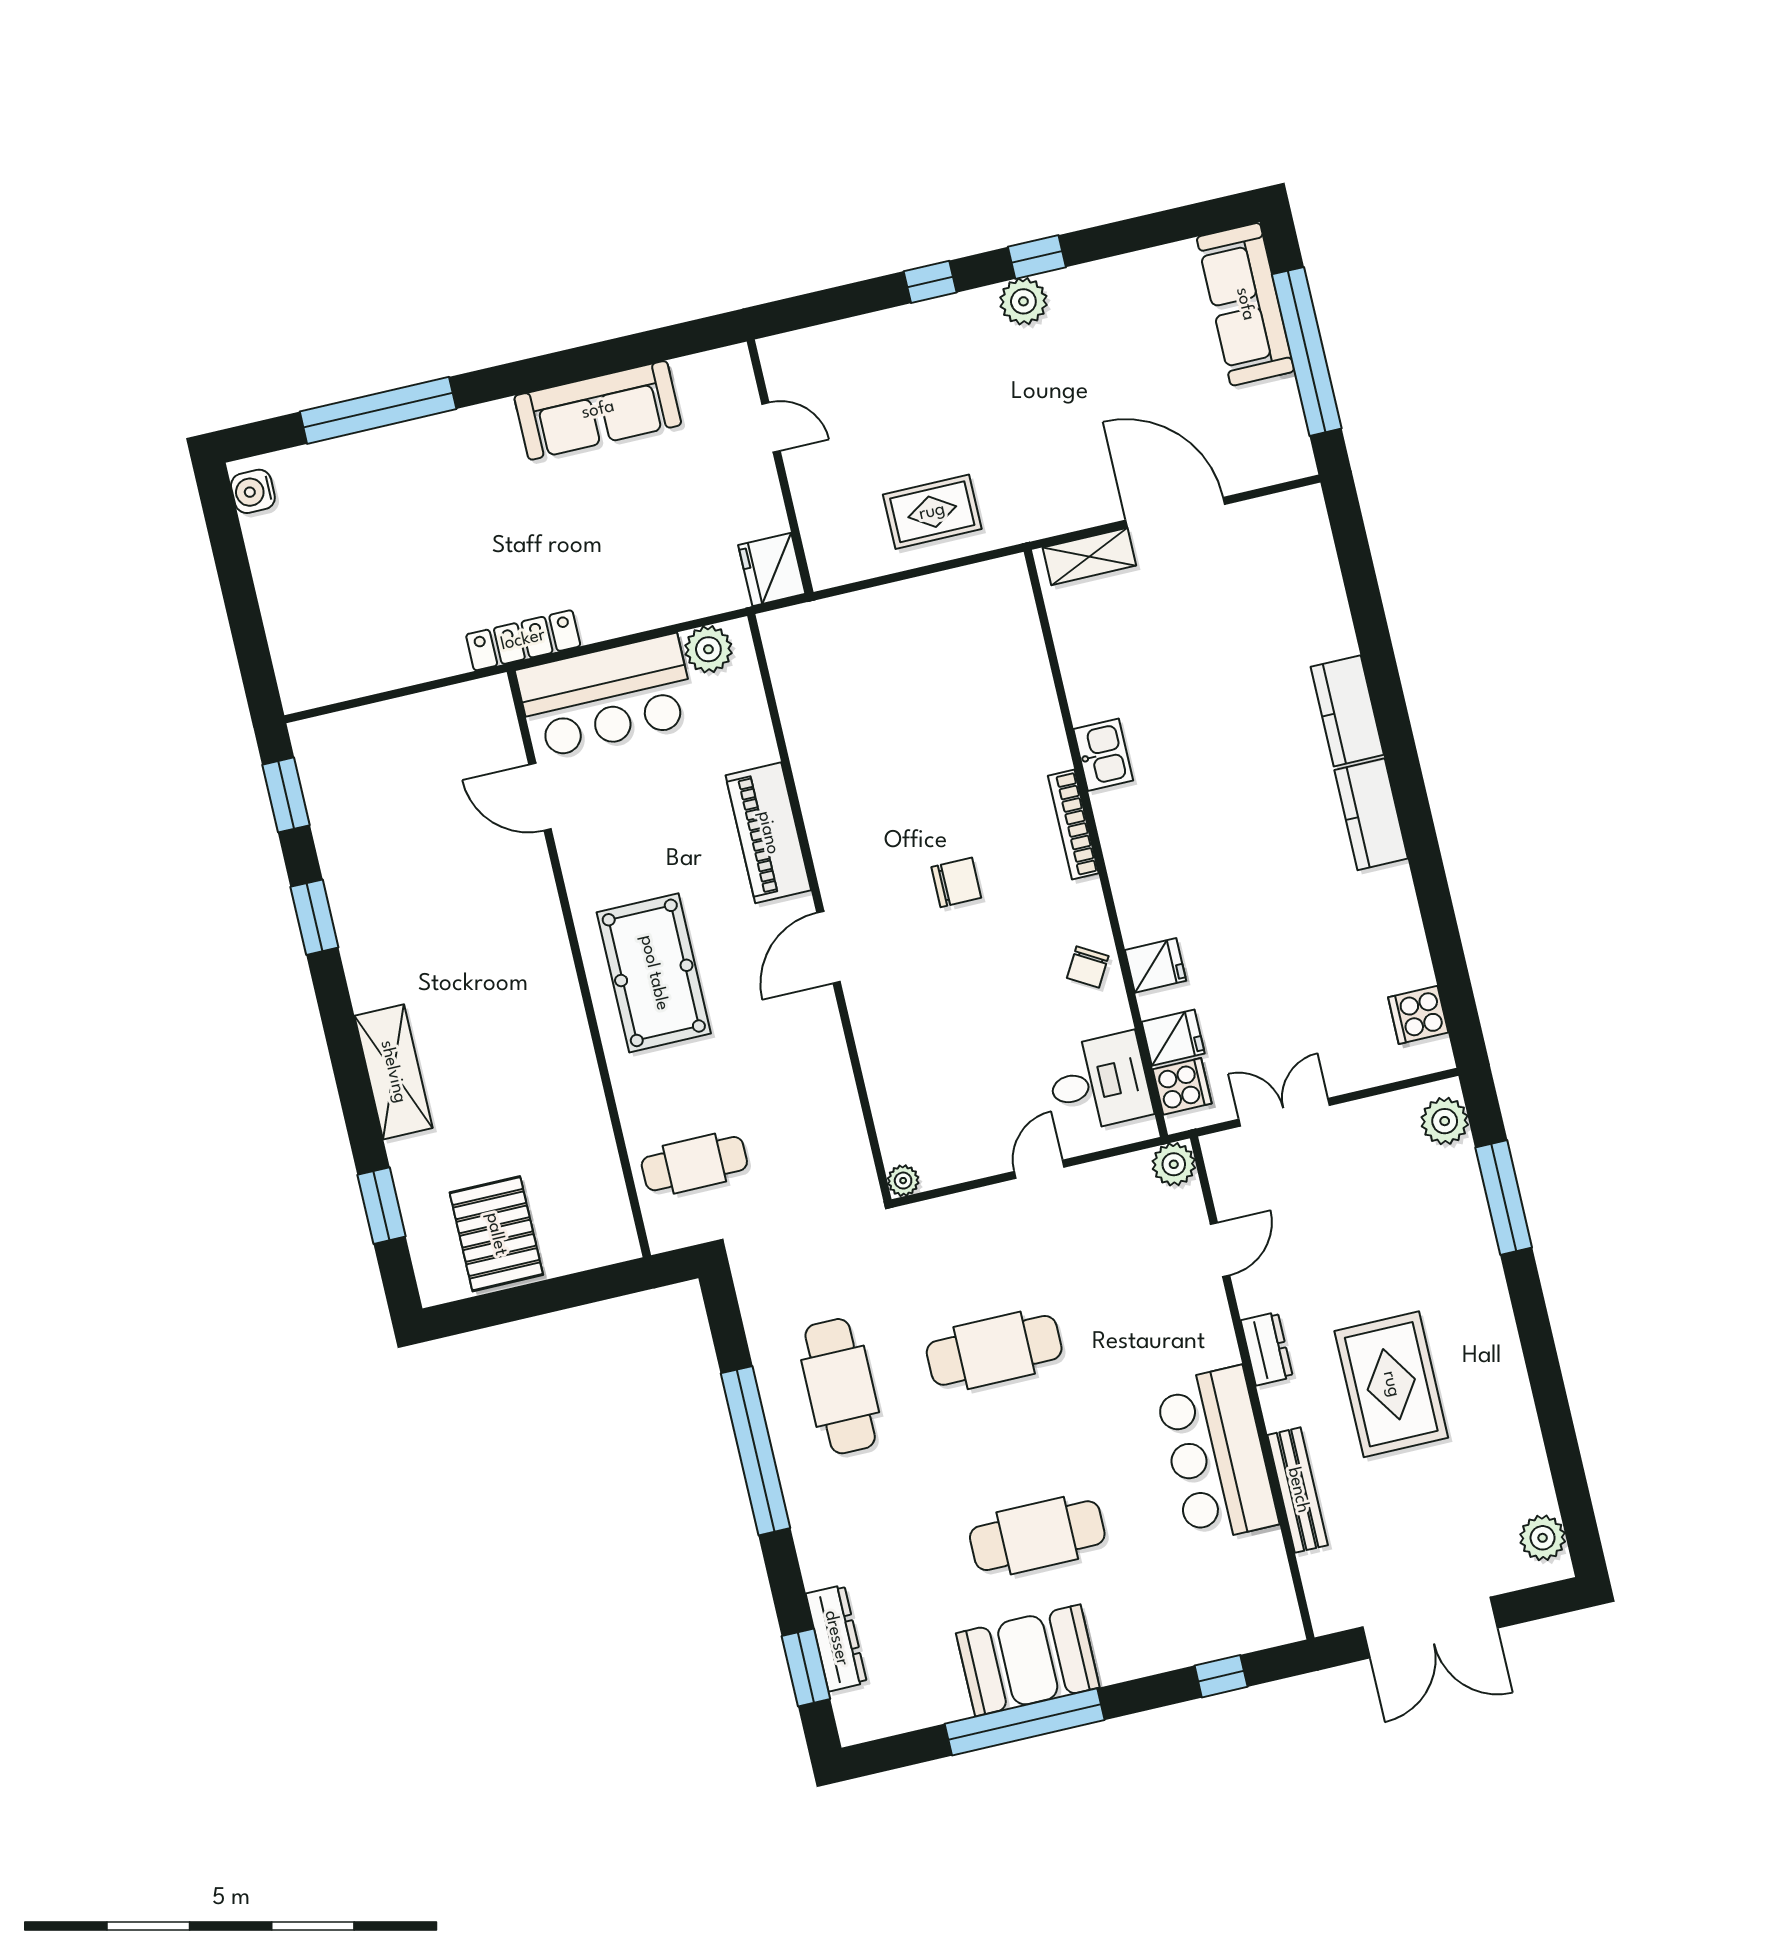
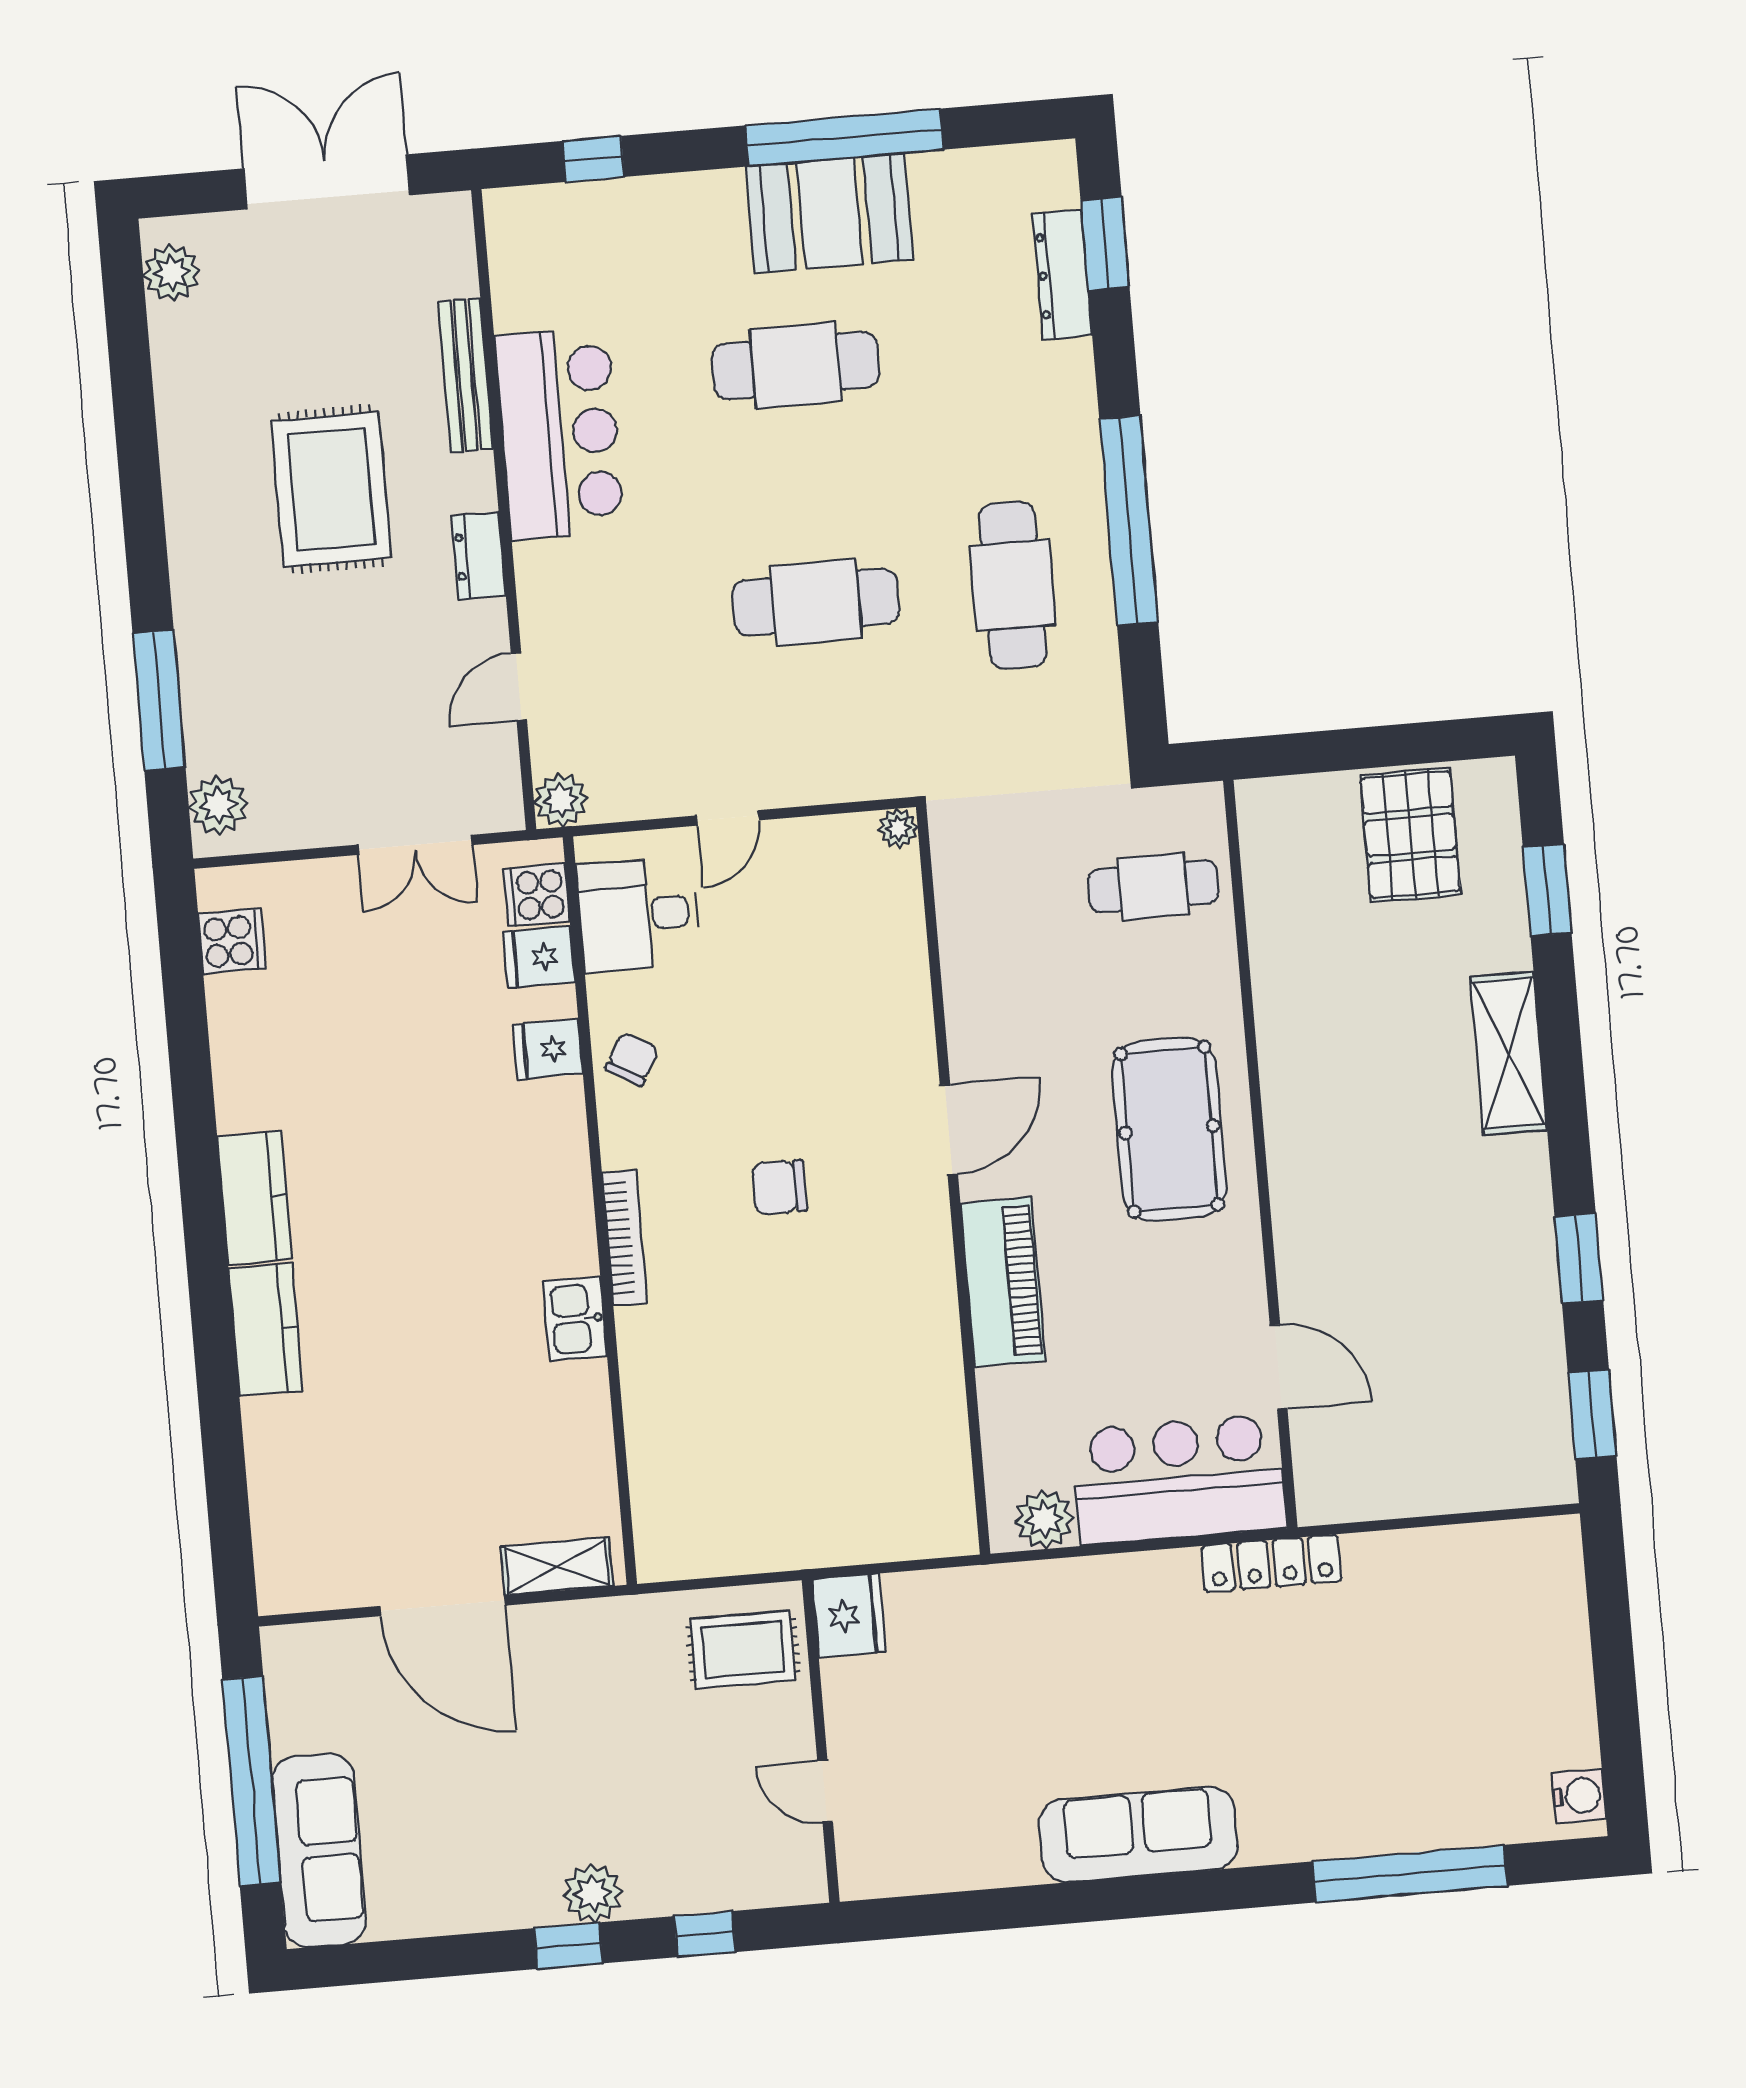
door: (771, 427) -> (825, 1791), moved
wall: (780, 467) -> (821, 1741), moved
fridge: (772, 569) -> (849, 1616), moved

